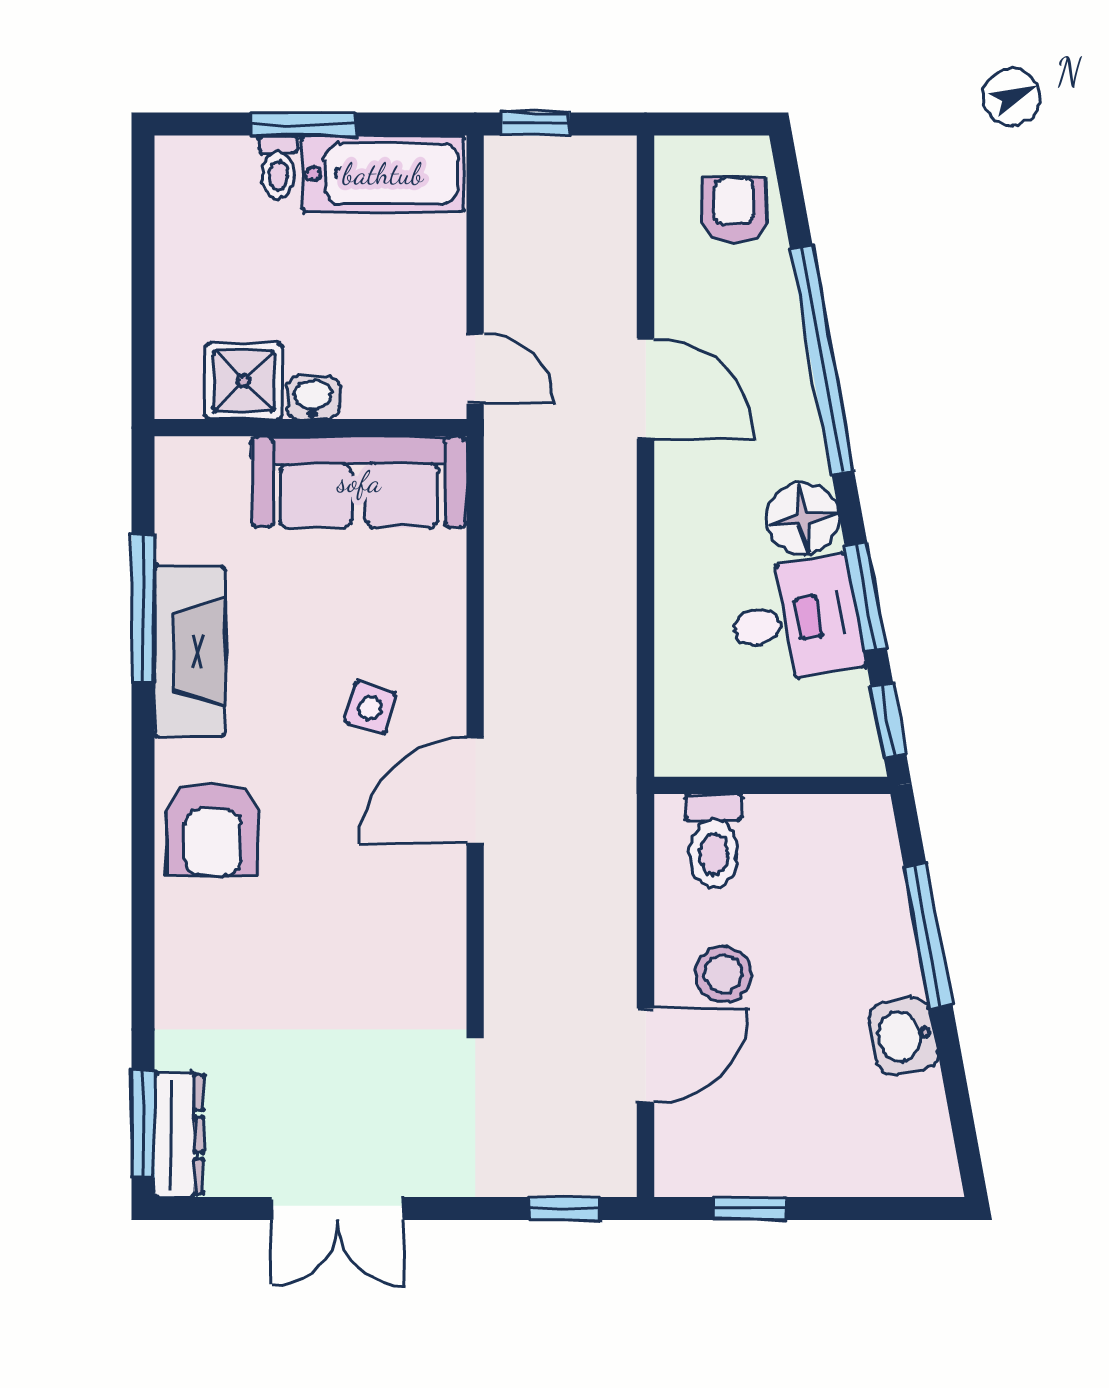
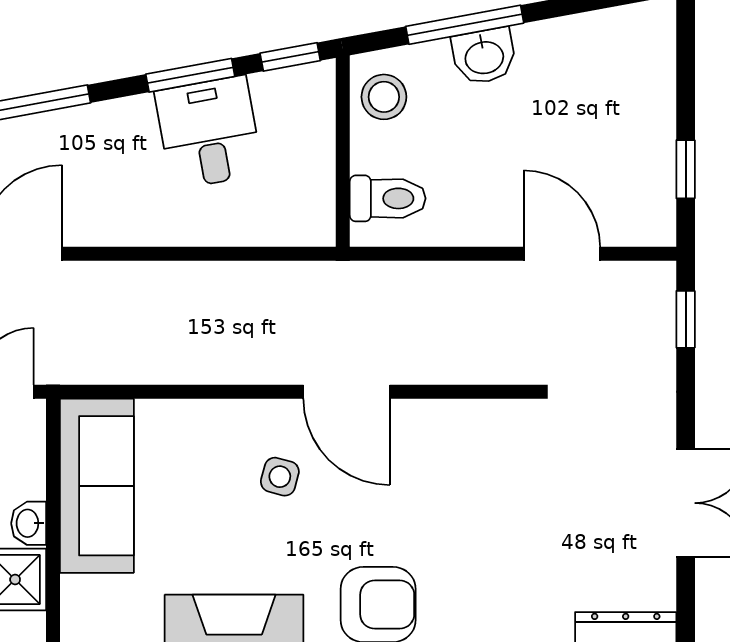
floor lamp: (803, 519) -> (127, 126), removed
stool: (723, 974) -> (384, 97), moved
washbasin: (903, 1036) -> (484, 56), moved

